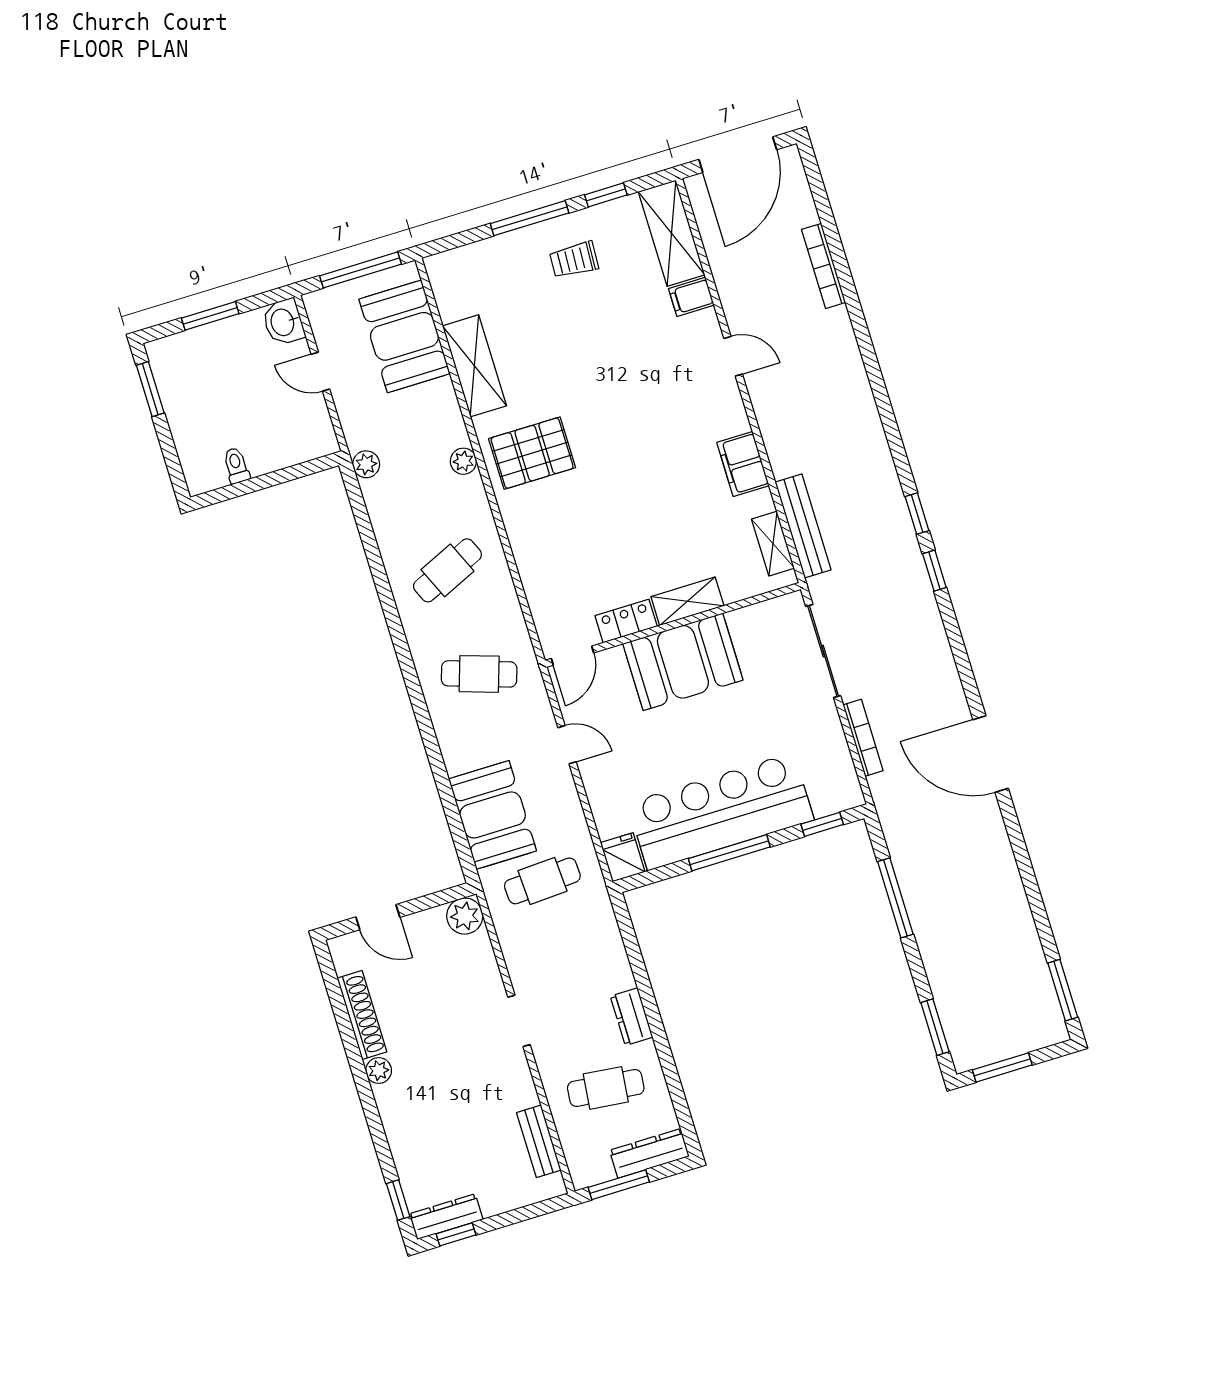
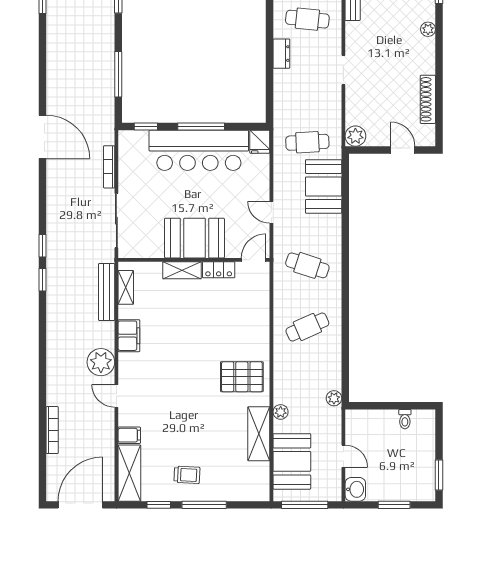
plant: (777, 405) -> (101, 362), added
plant: (463, 461) -> (281, 412), moved
plant: (379, 1071) -> (428, 29), moved

